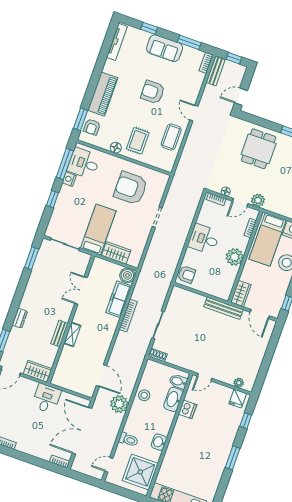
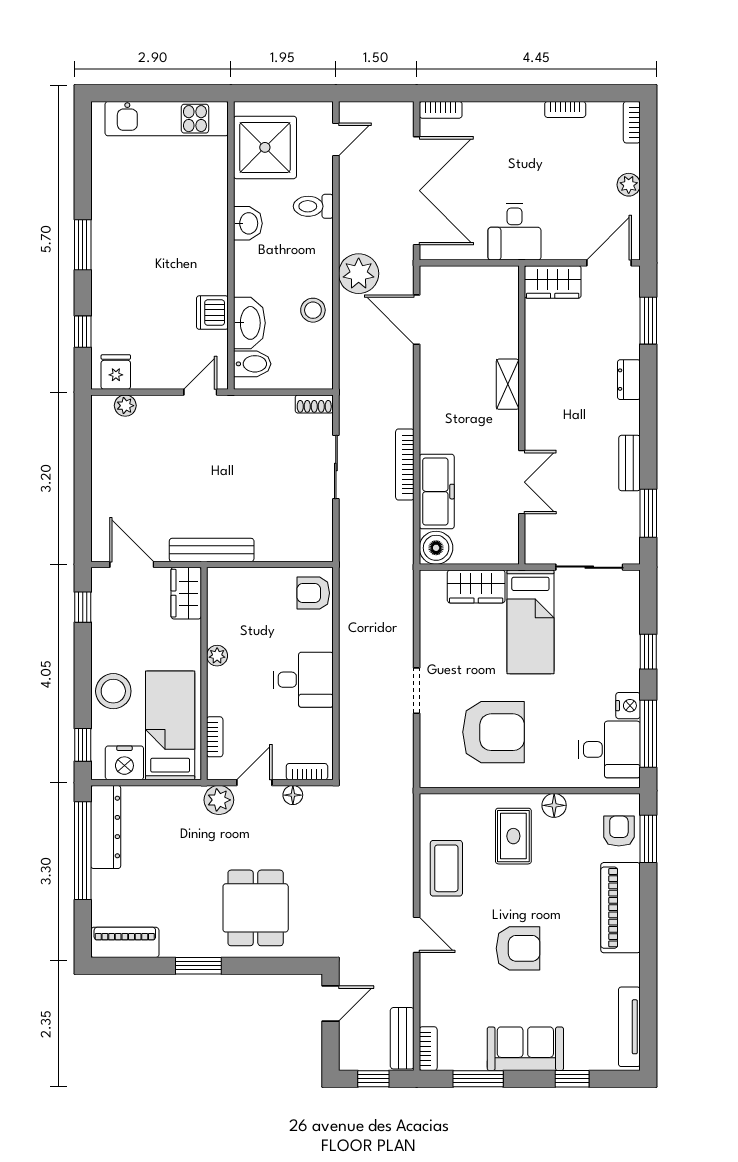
plant: (235, 257) -> (217, 656), width x0.53, depth x0.53
bench: (59, 333) -> (630, 463), moved

